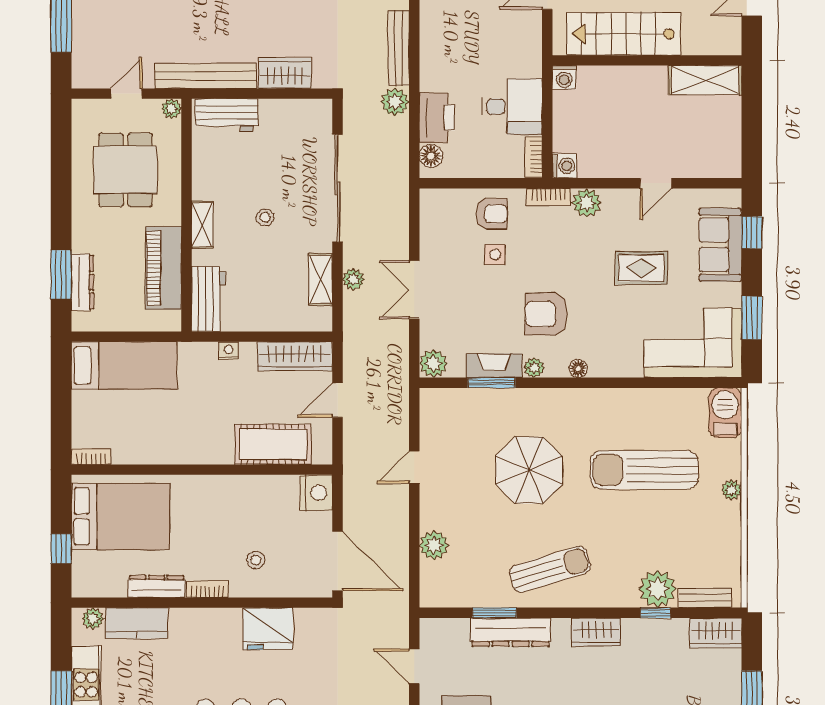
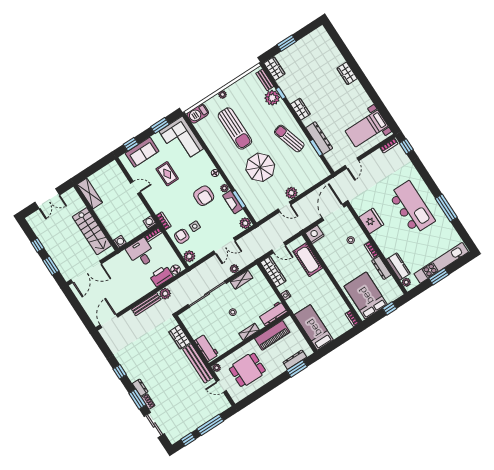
plant: (587, 203) -> (189, 256), moved
plant: (434, 545) -> (291, 193), moved

